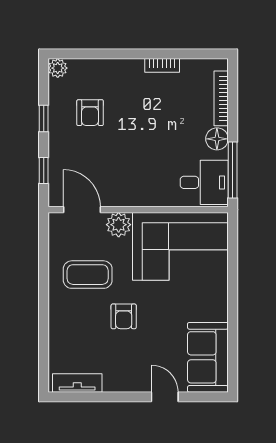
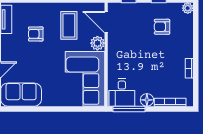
door: (82, 210) -> (106, 22), swing flipped
armchair: (124, 316) -> (36, 34), moved

